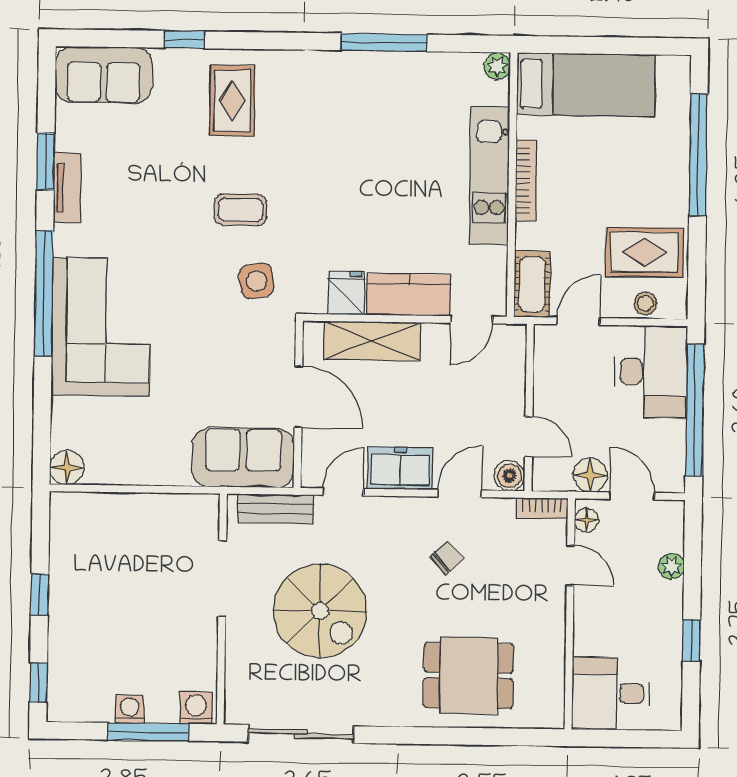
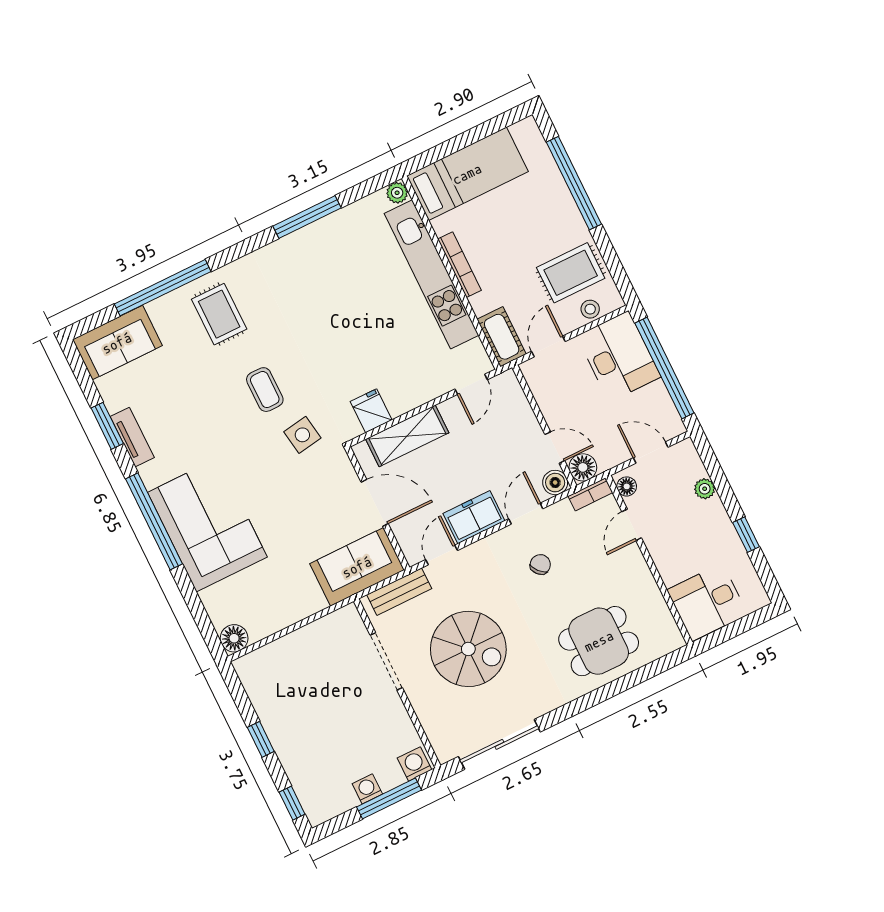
window: (184, 40) -> (163, 288), width x3.17
kitchen unit: (490, 176) -> (431, 274), width x1.36
coffee table: (240, 210) -> (265, 390), turned 90
kitchen counter: (409, 295) -> (417, 389), removed
floor lamp: (590, 475) -> (583, 467), moved
door: (570, 565) -> (632, 525), swing flipped

